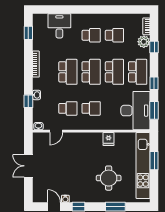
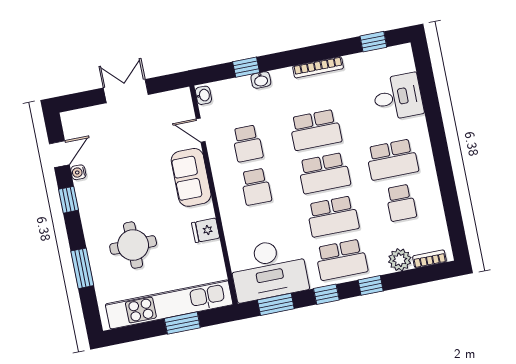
school desk: (91, 35) -> (392, 160), width x1.85
window: (154, 47) -> (371, 285), moved
sofa: (80, 141) -> (191, 177), added

